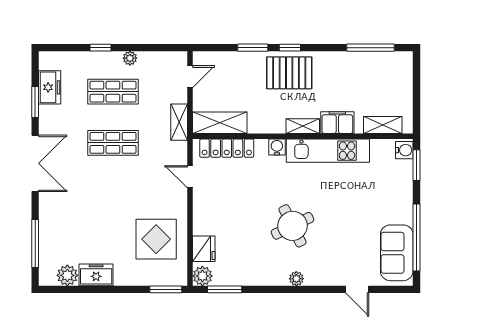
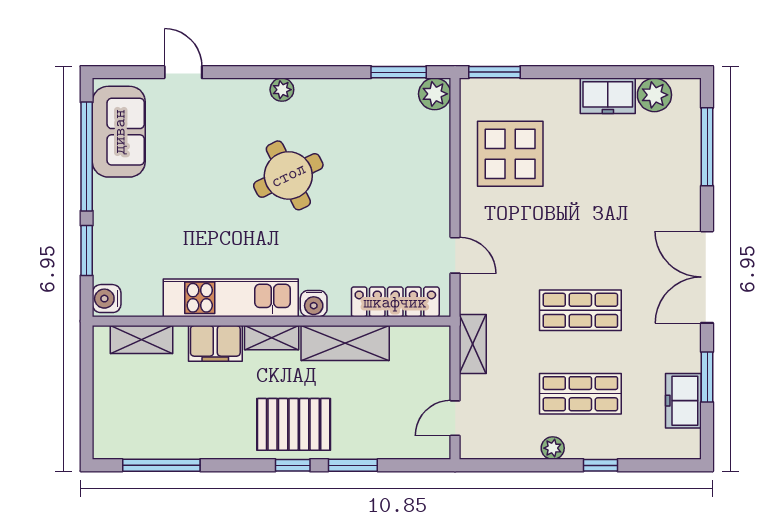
shelving: (220, 123) -> (345, 343), moved
window: (416, 165) -> (87, 251), moved
fridge: (204, 249) -> (433, 138), removed

